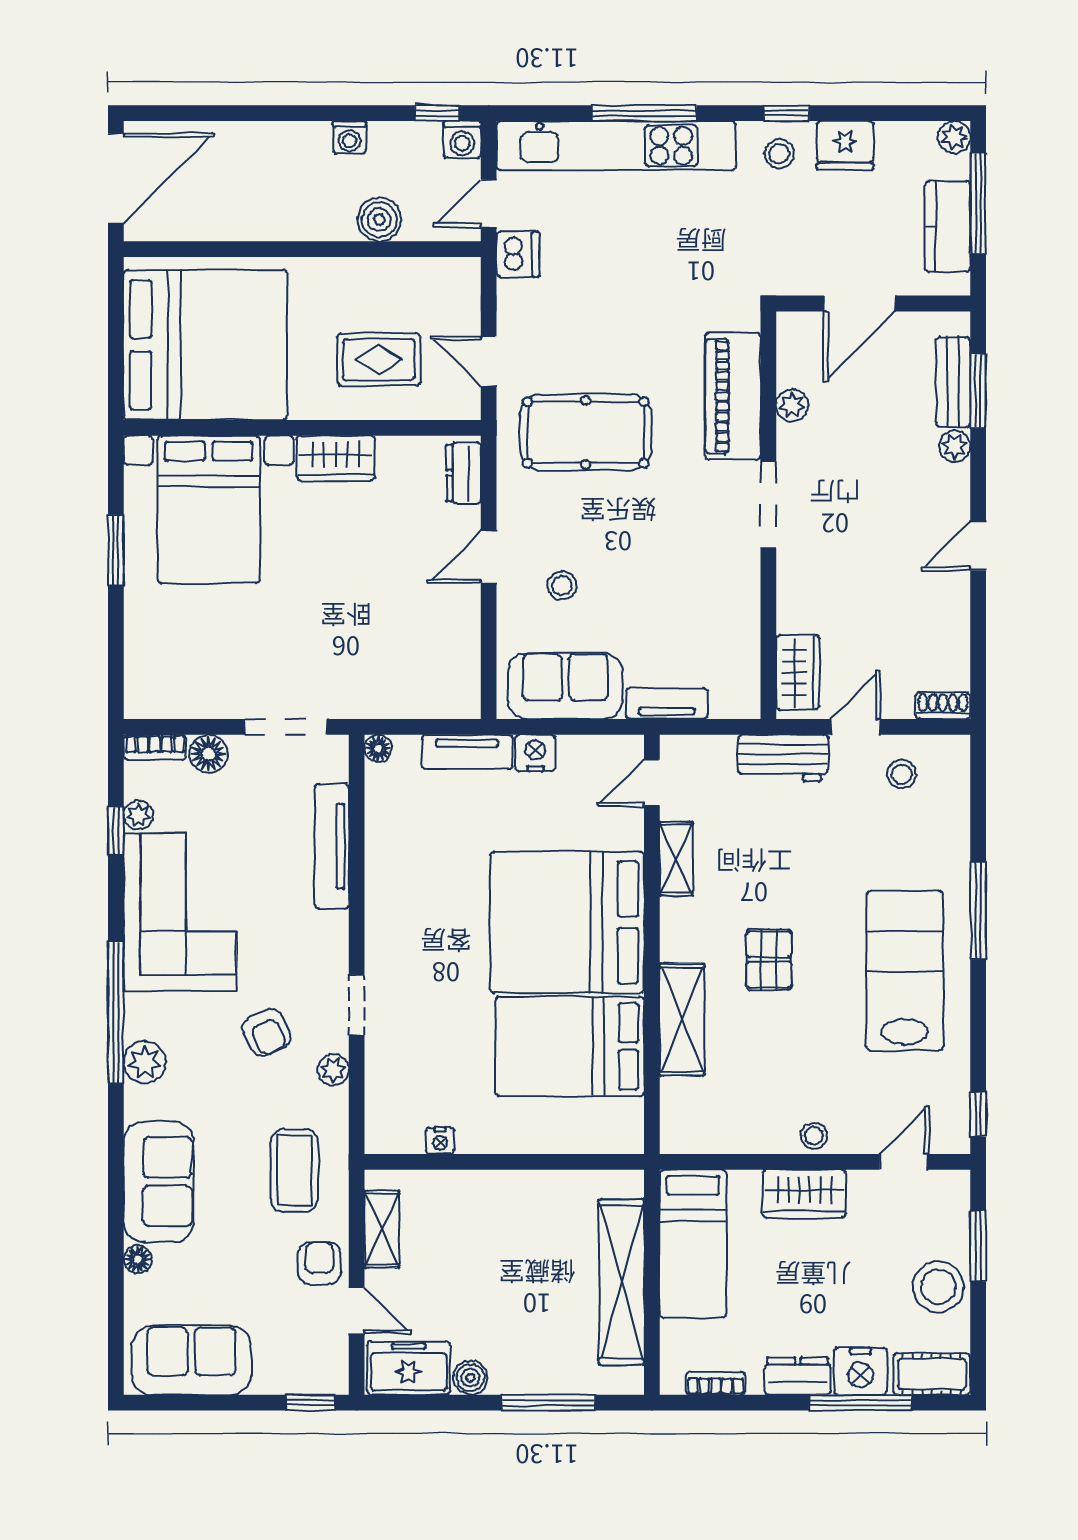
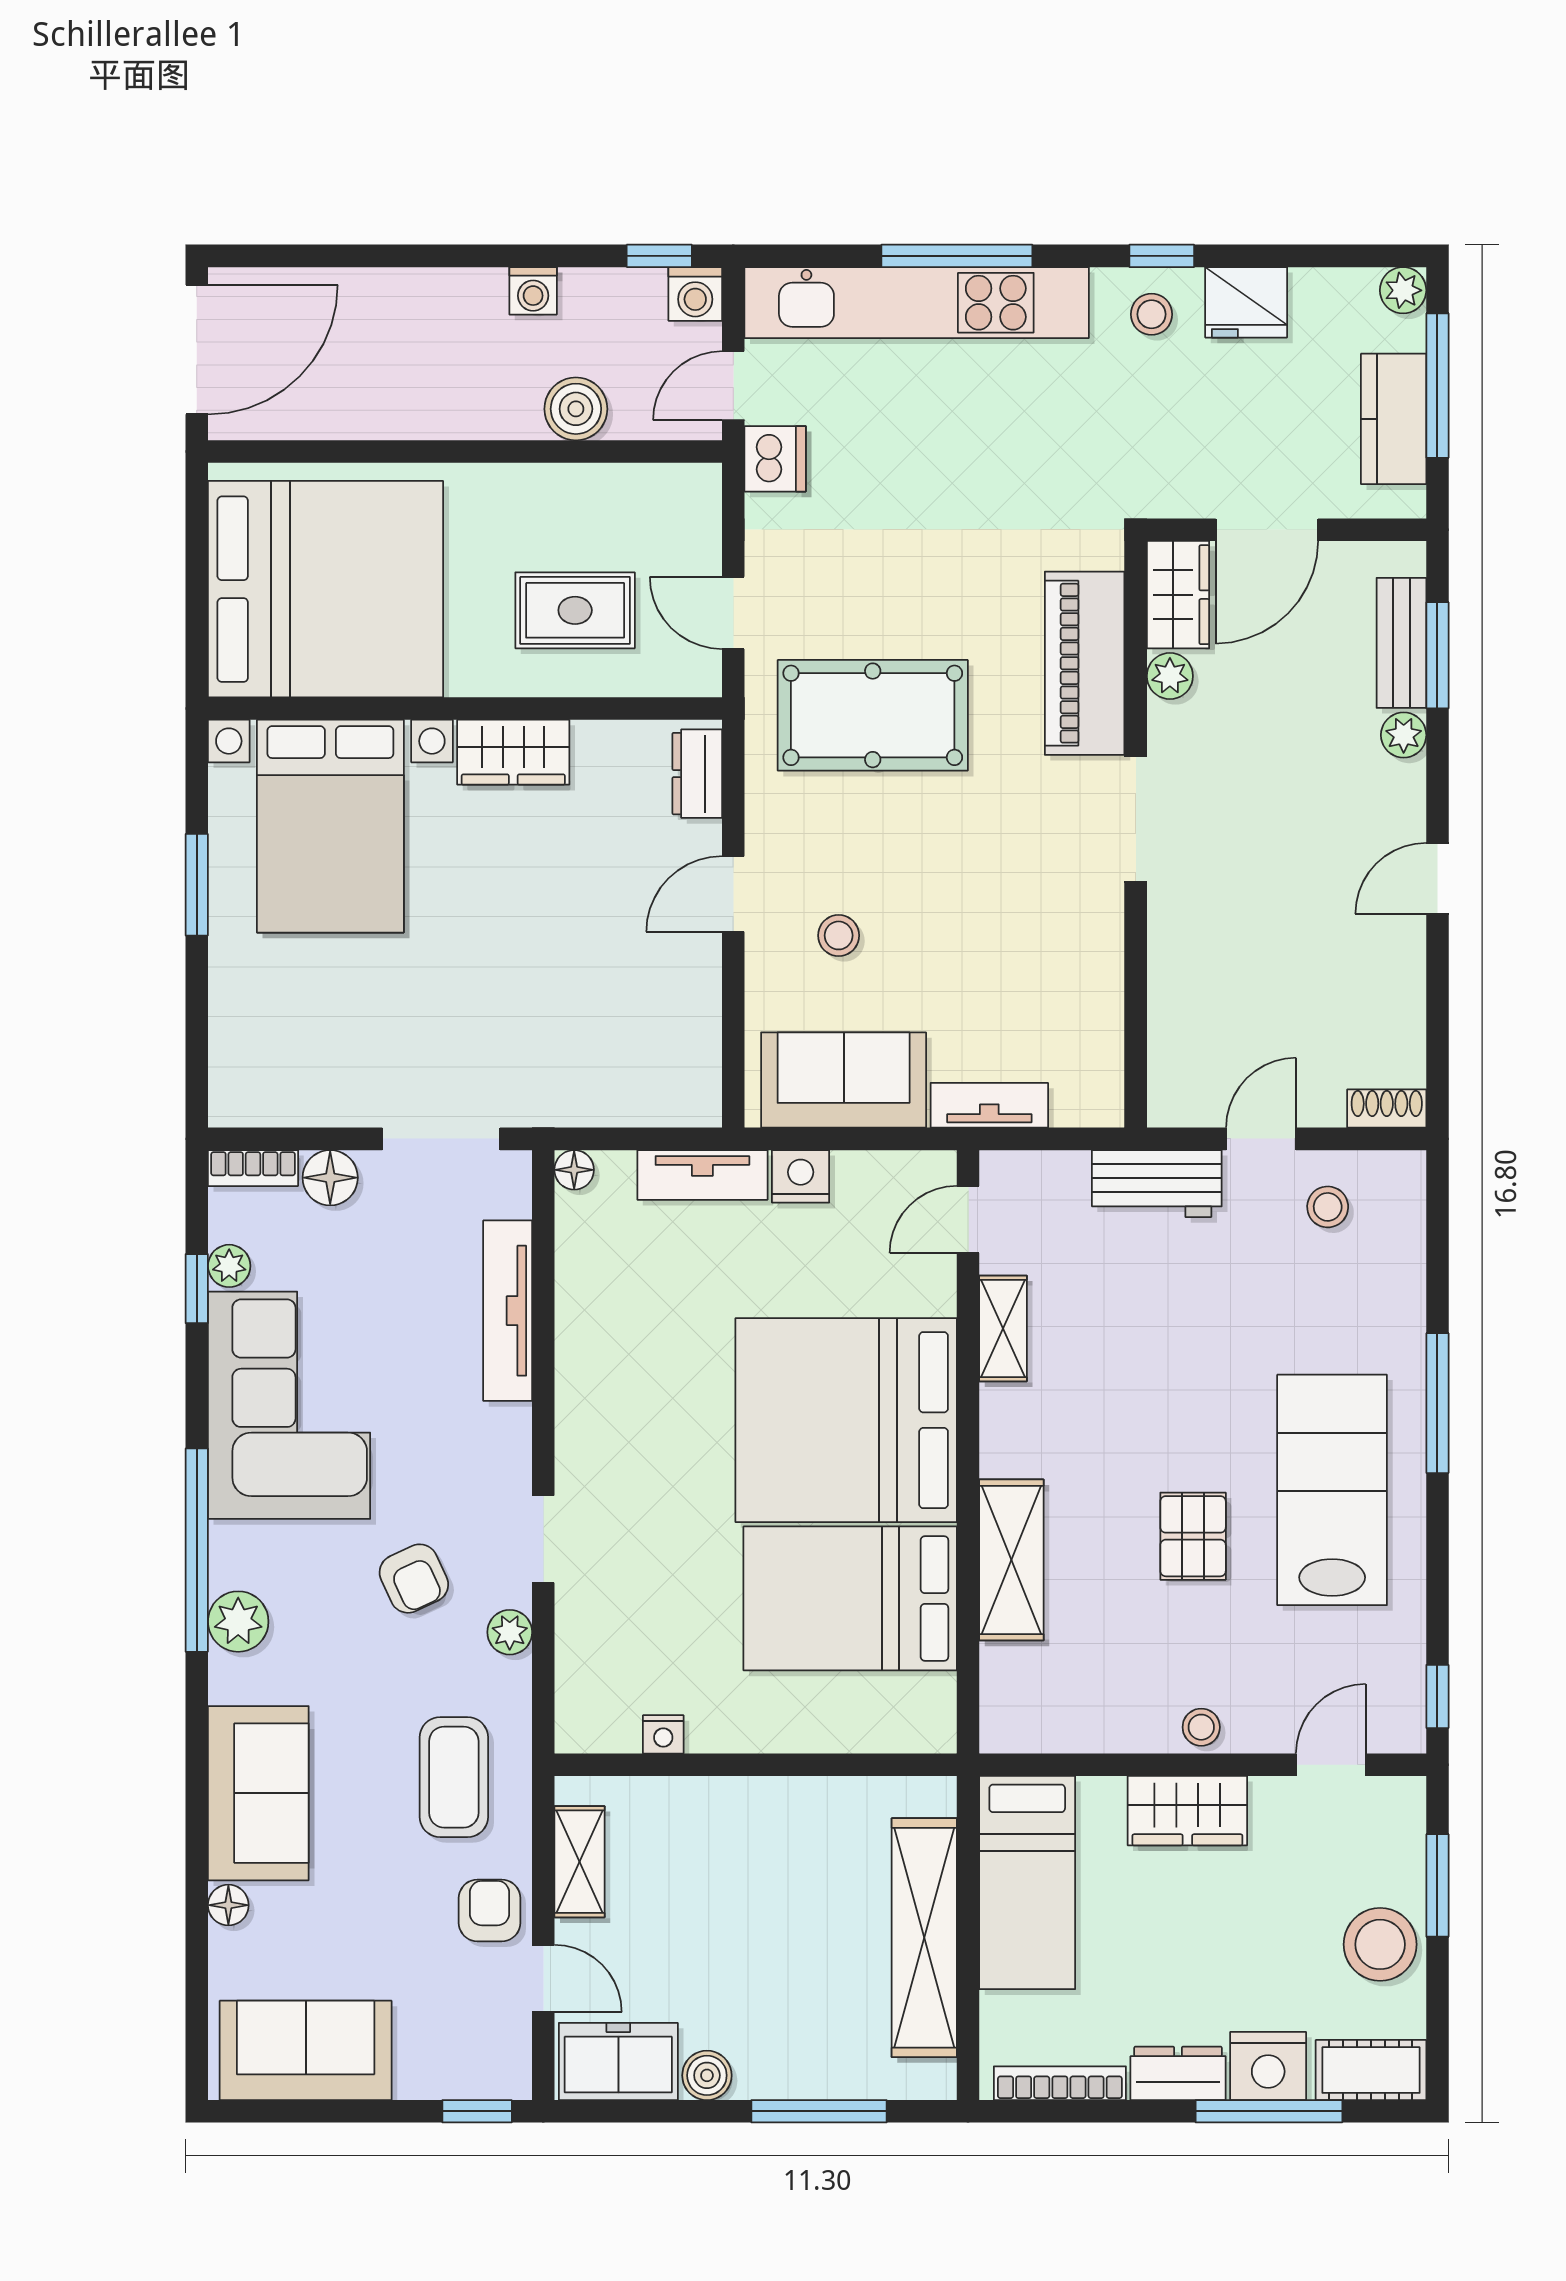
wardrobe: (798, 672) -> (1178, 595), moved
pallet: (769, 959) -> (1193, 1536), moved
bookcase: (716, 1383) -> (1060, 2083), width x1.56

